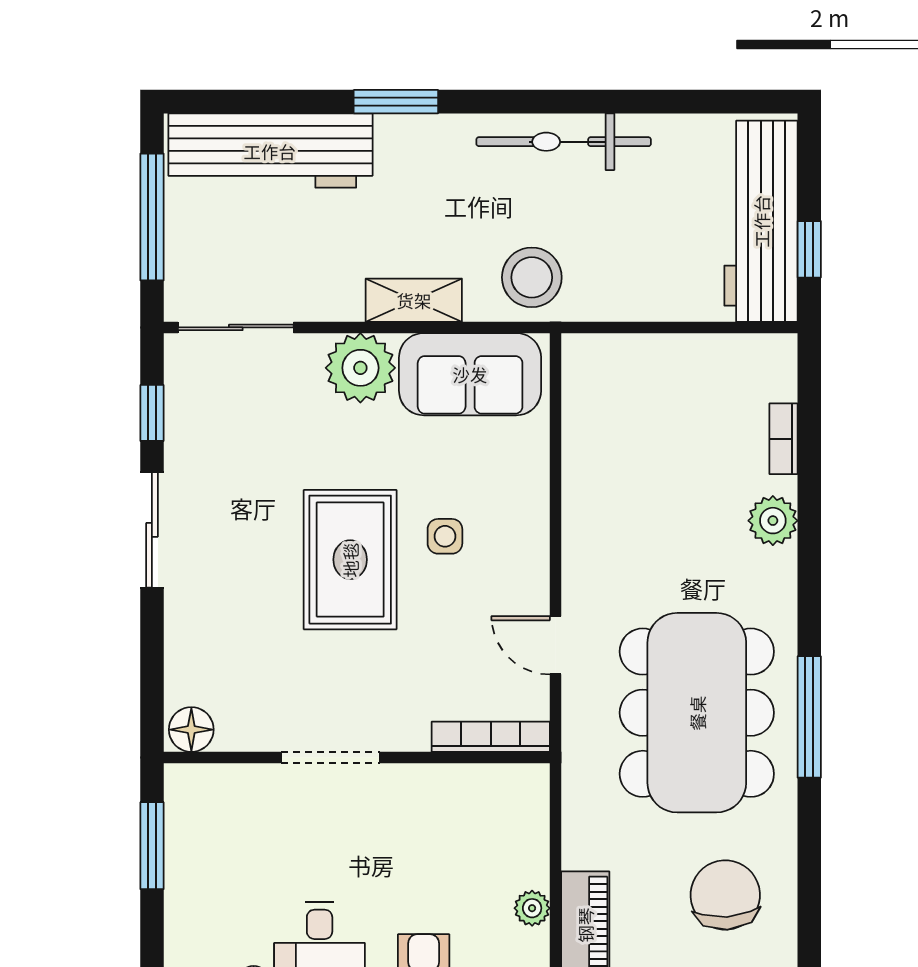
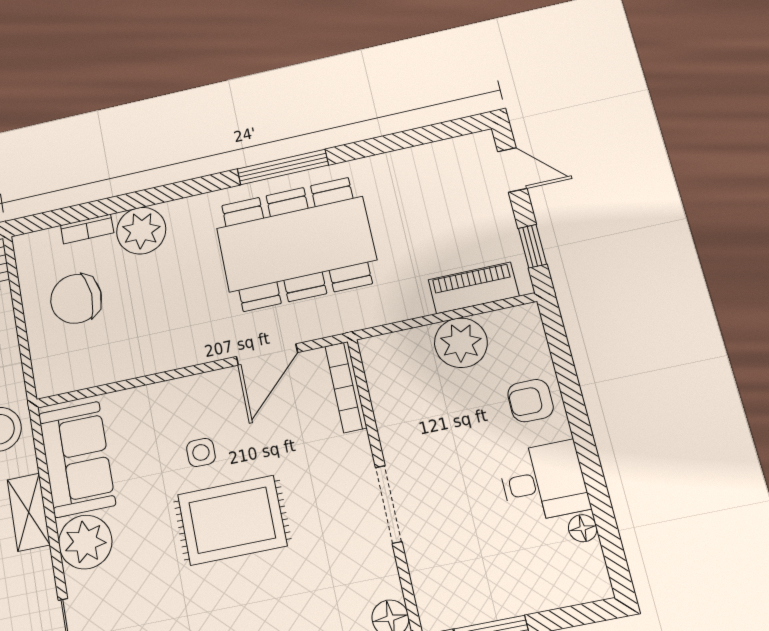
plant: (773, 521) -> (141, 231), width x1.36, depth x1.36
door: (555, 645) -> (267, 355), width x1.38
chair: (725, 895) -> (76, 299), moved
plant: (532, 908) -> (461, 343), width x1.88, depth x1.88

